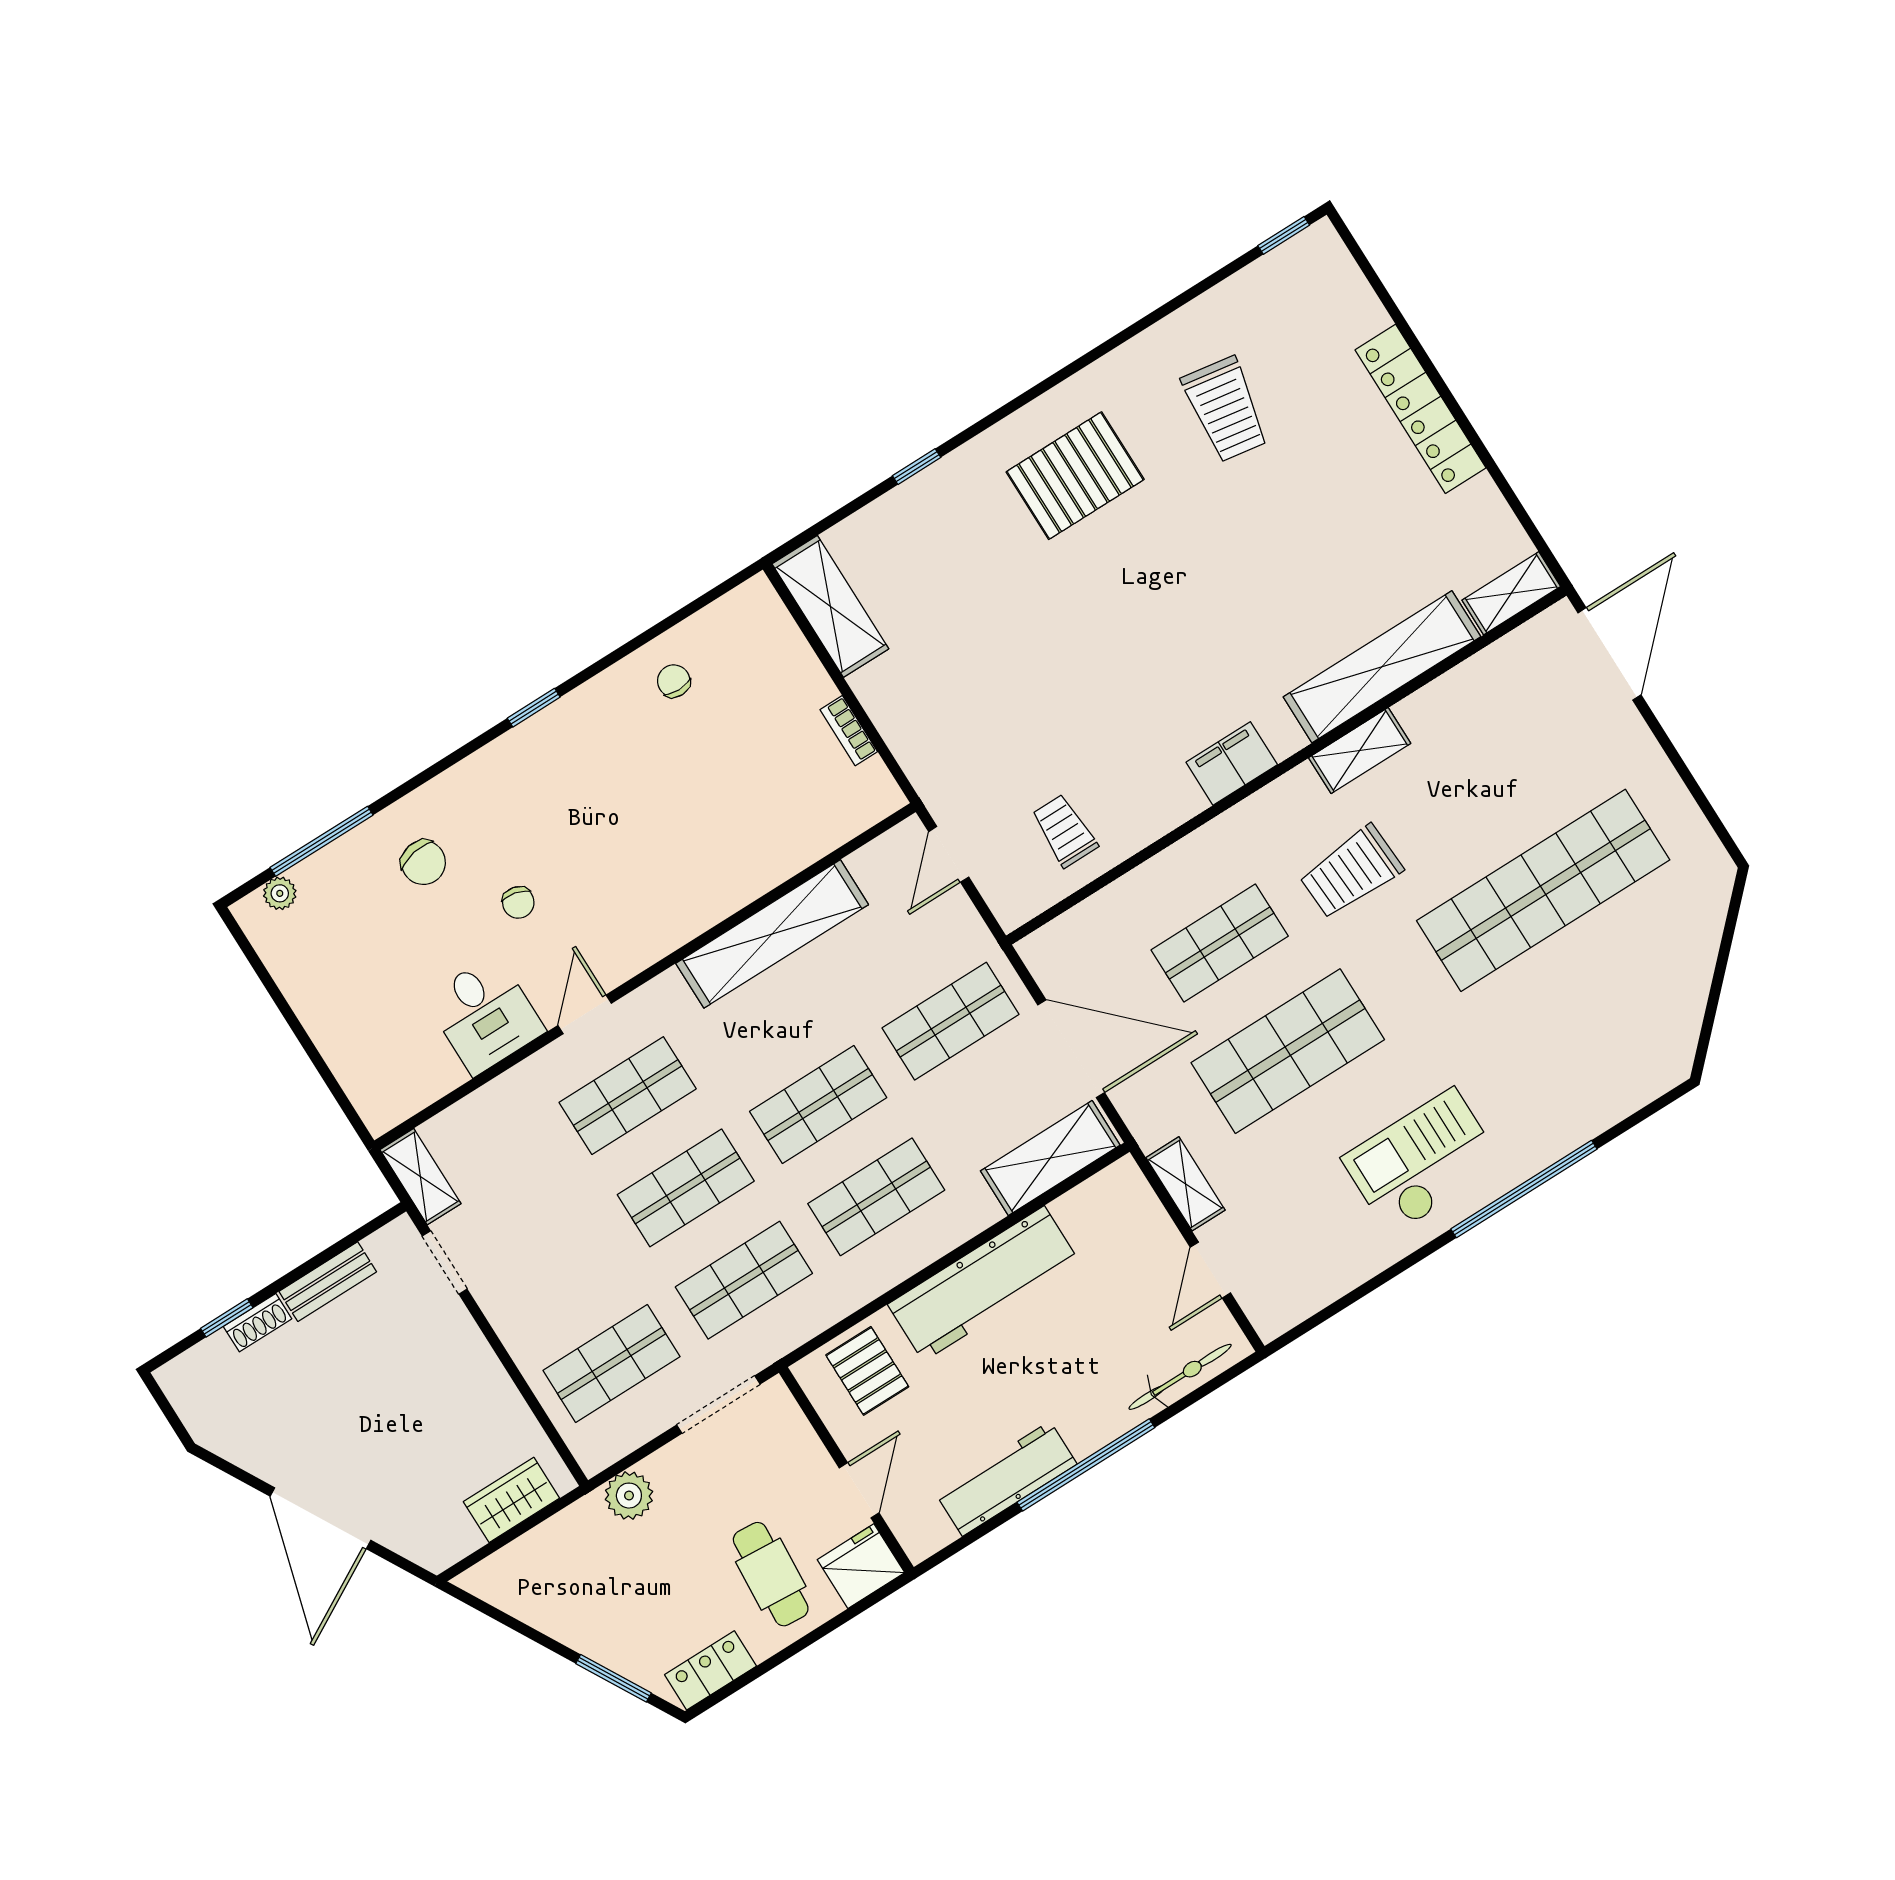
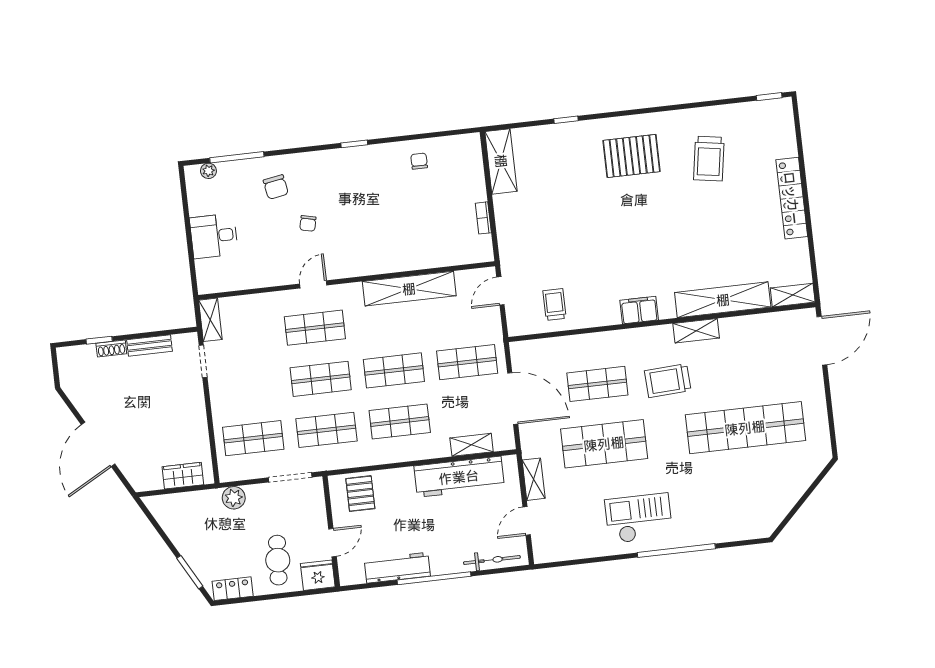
desk: (485, 1015) -> (214, 236), moved, turned 90
shelving: (1050, 1158) -> (472, 445), width x0.67, depth x0.75
workbench: (984, 1284) -> (459, 477), moved

